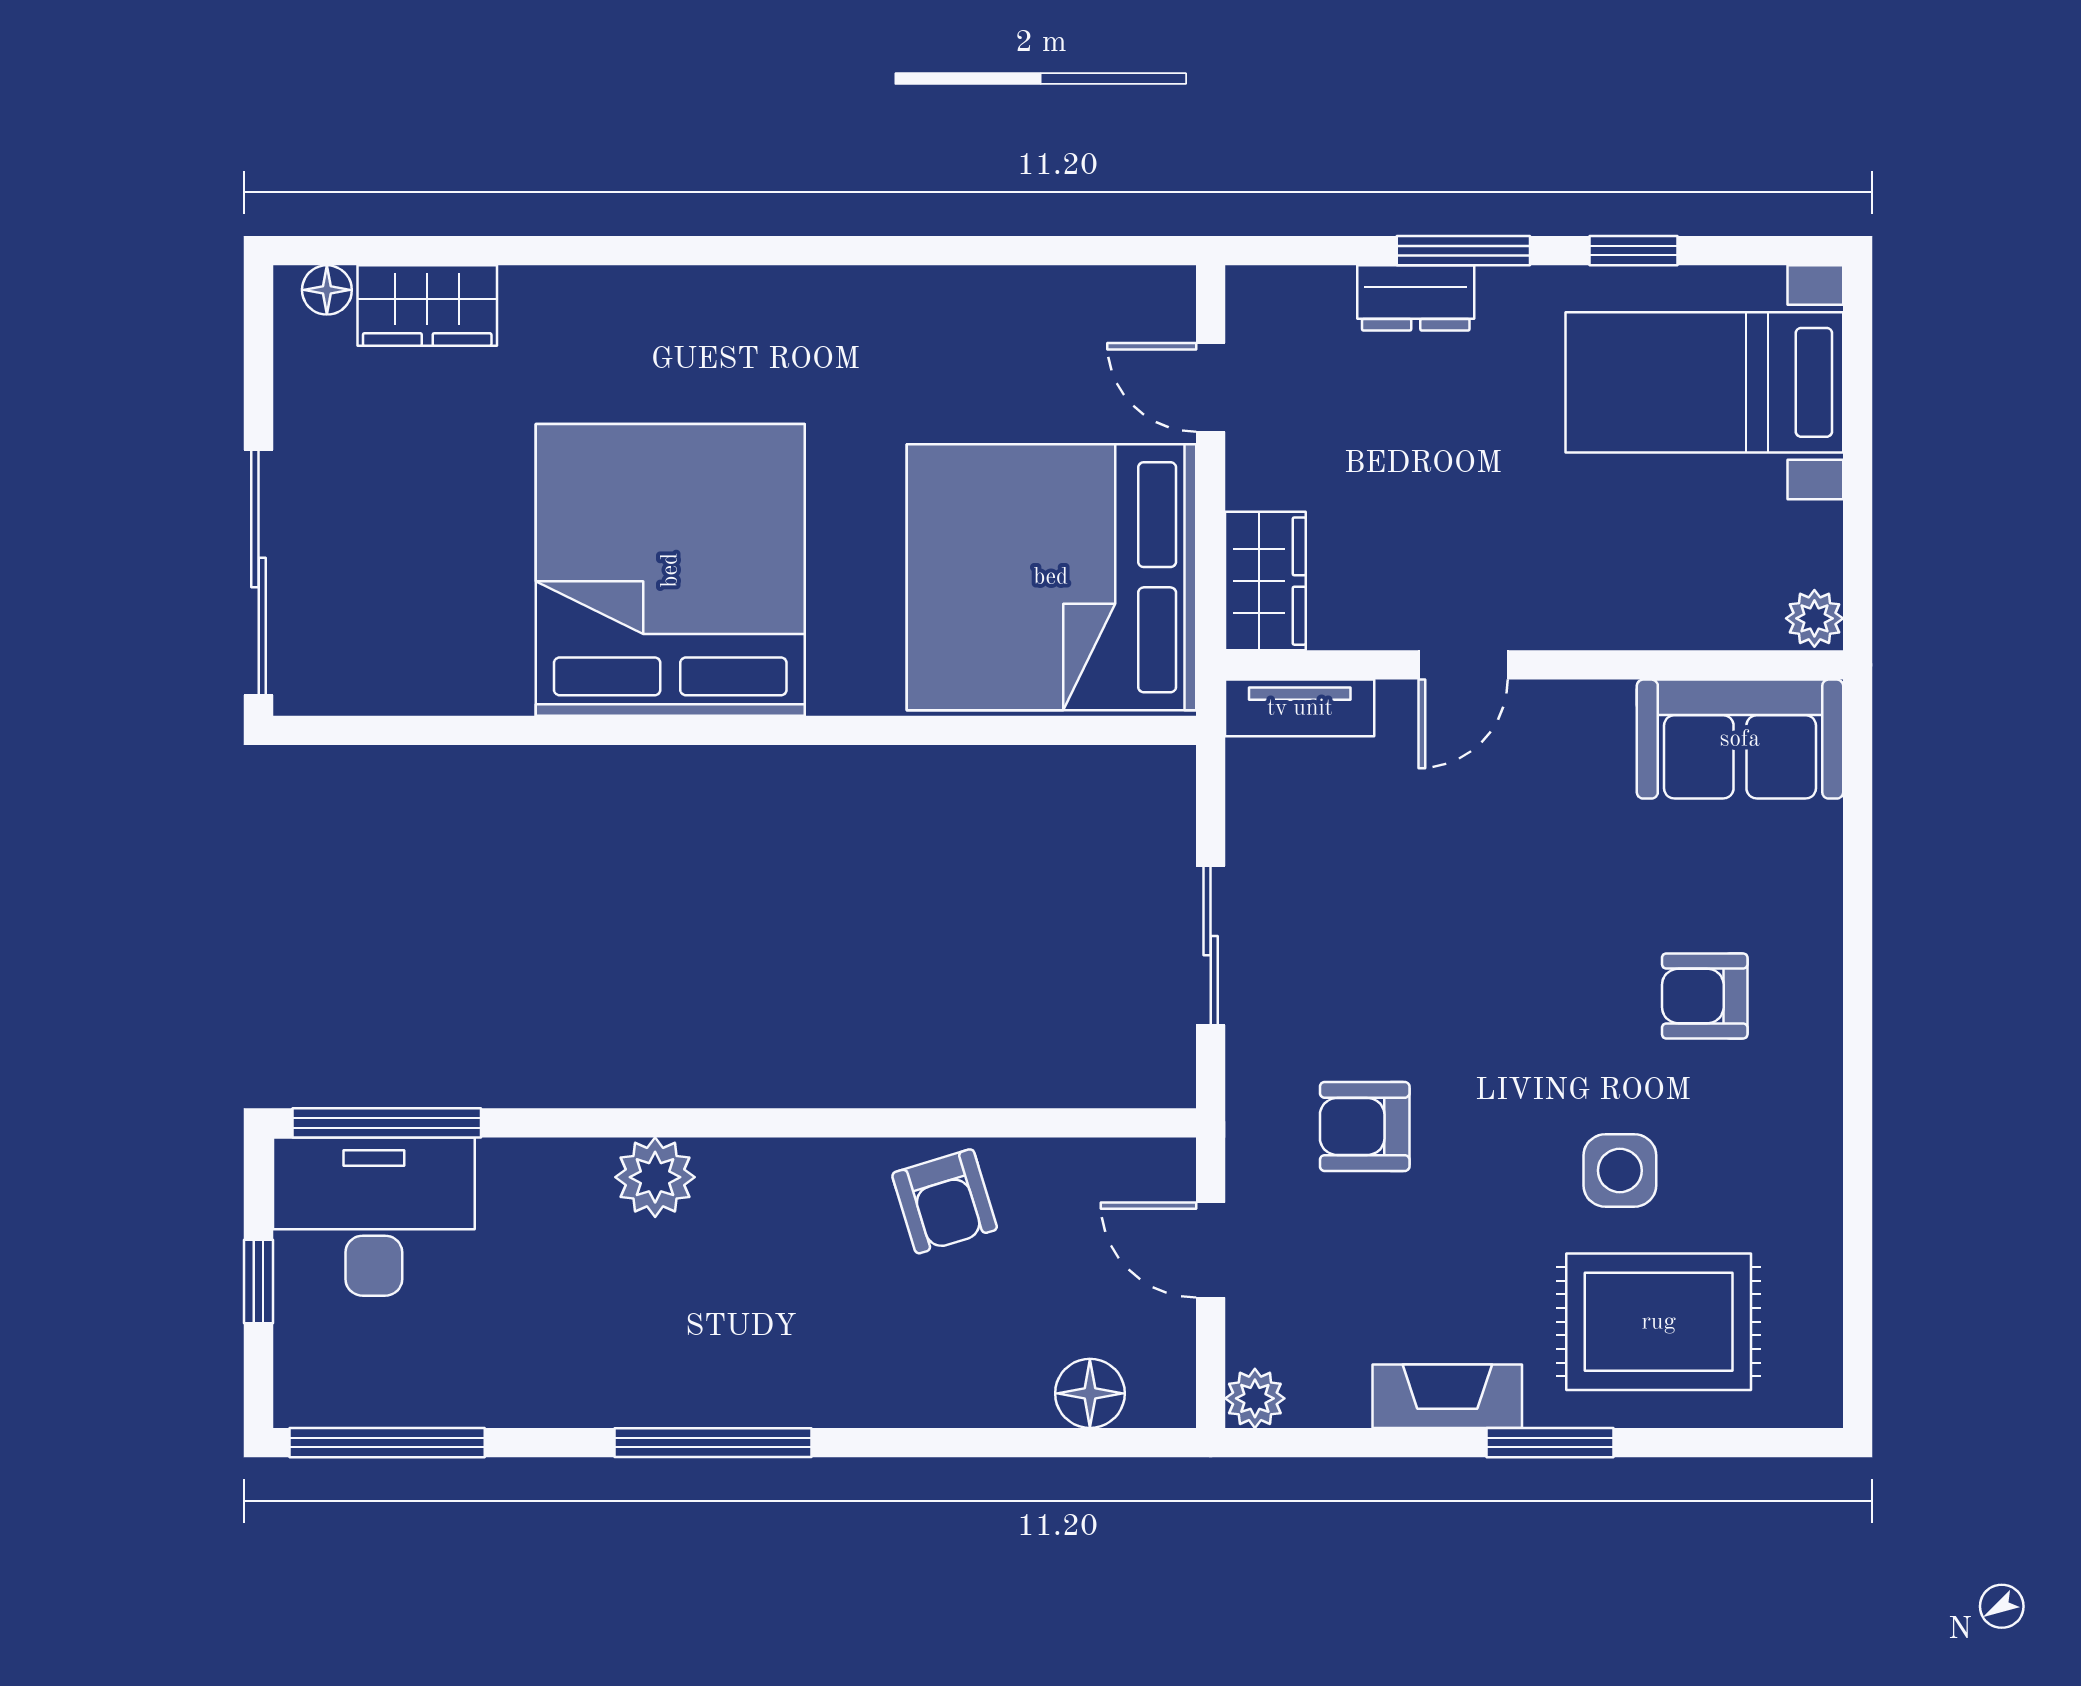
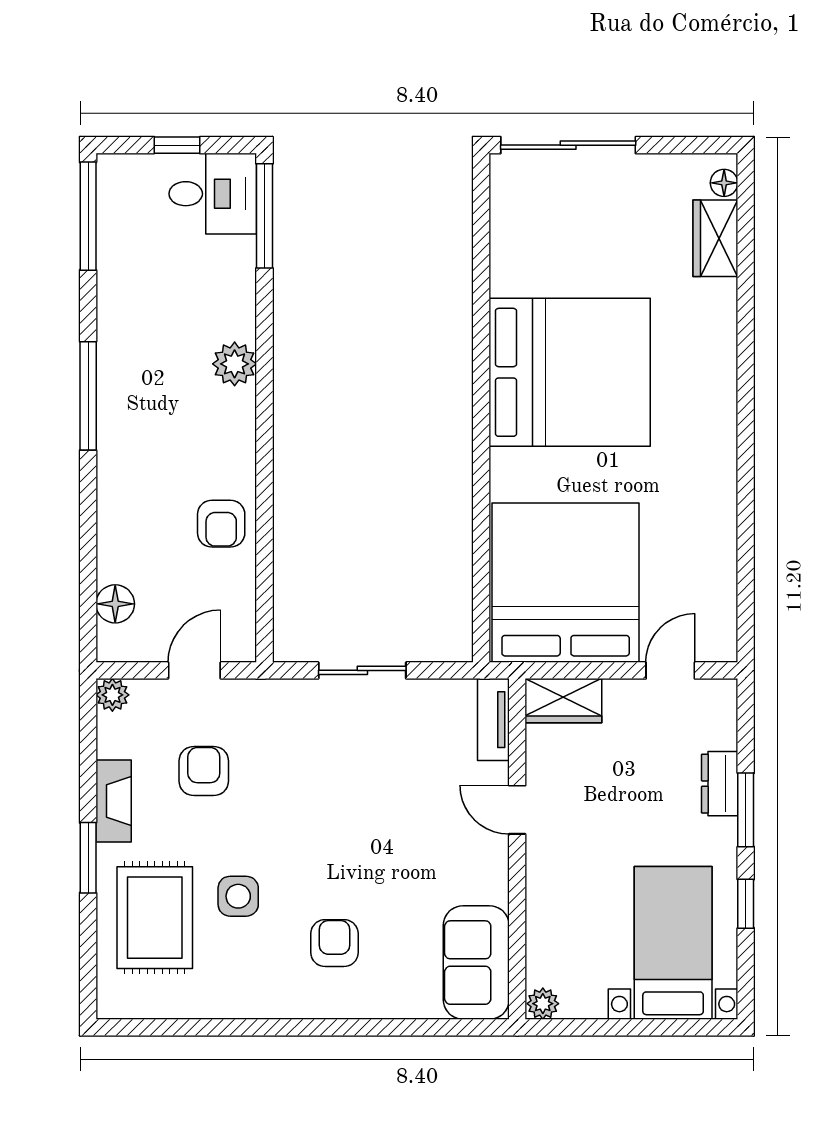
armchair: (1365, 1126) -> (204, 771), moved
armchair: (945, 1201) -> (221, 524), turned -73
desk: (374, 1217) -> (213, 194), width x0.73

